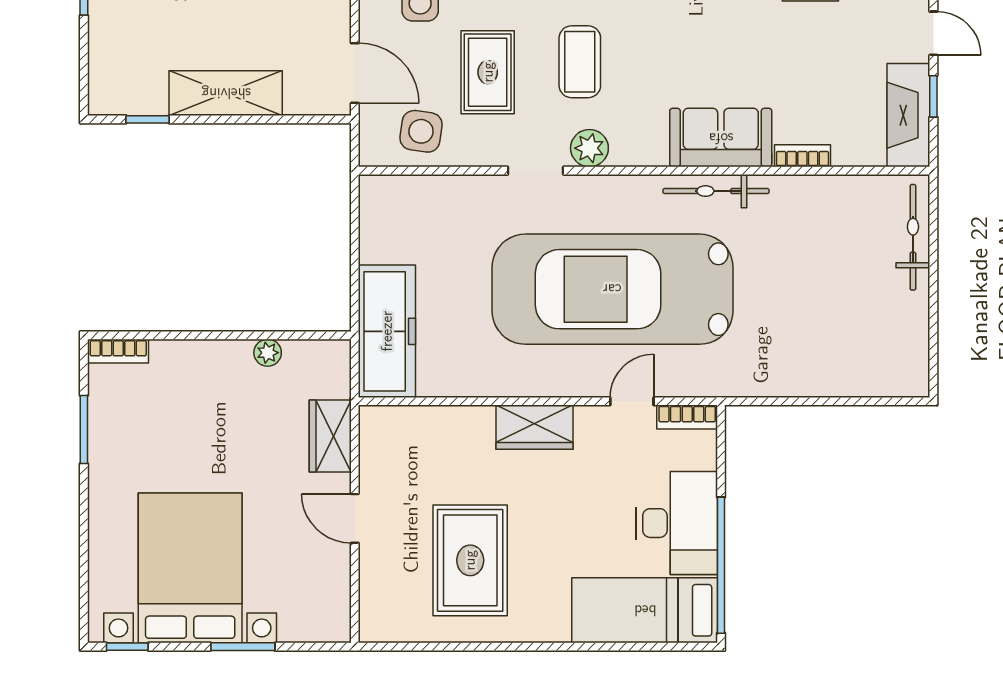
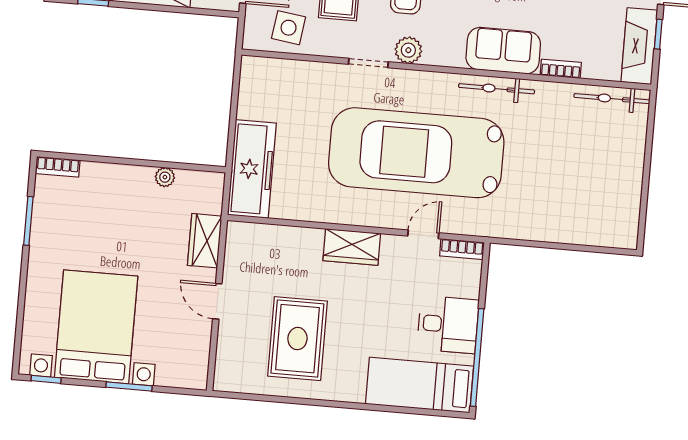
bicycle: (913, 237) -> (612, 99), moved, turned -90
desk: (677, 523) -> (448, 324), width x0.73

